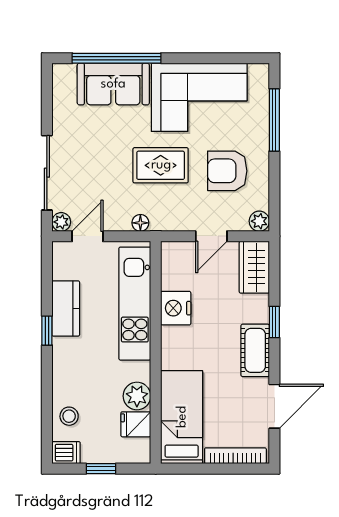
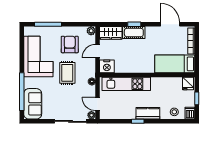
sofa: (113, 84) -> (33, 104), moved
armchair: (227, 171) -> (70, 44), turned 180
door: (211, 236) -> (98, 51), swing flipped
kitchen counter: (66, 308) -> (148, 113), moved
nightstand: (176, 308) -> (107, 66), moved
cot: (255, 350) -> (134, 33), moved
plant: (137, 396) -> (166, 83), removed
fridge: (136, 424) -> (188, 83), moved

